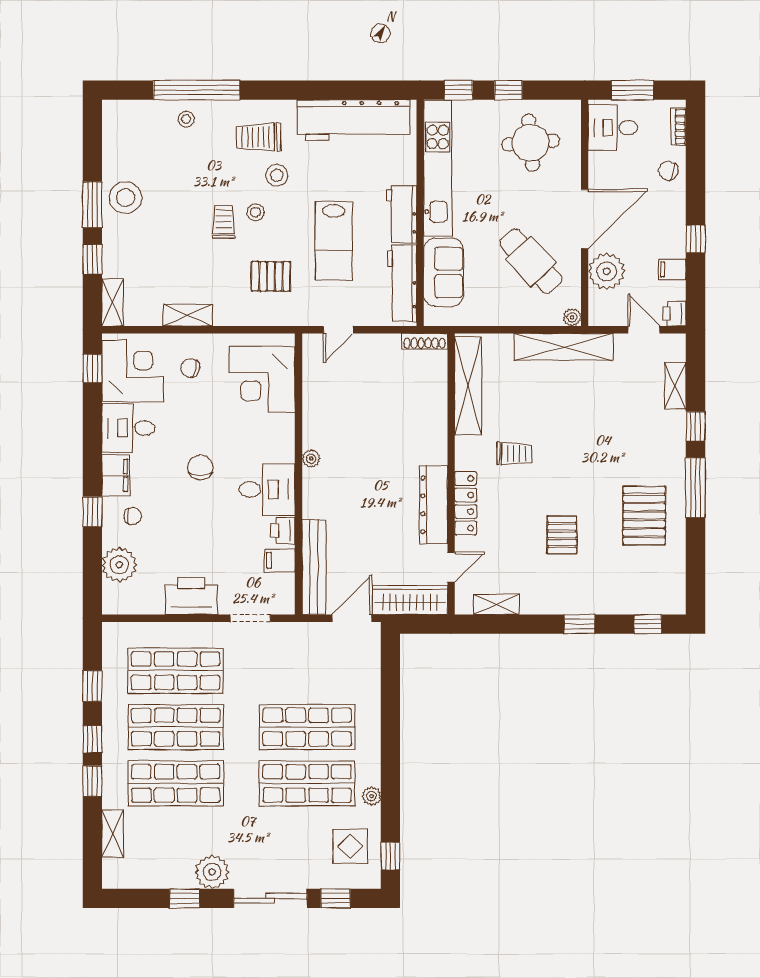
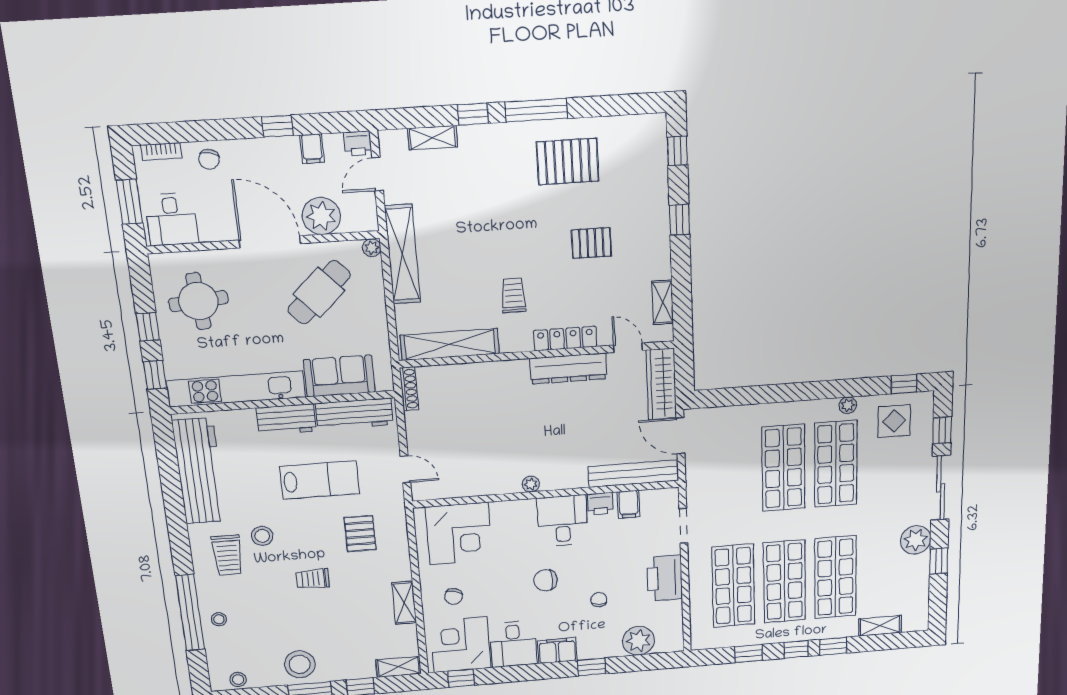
stool: (255, 212) -> (238, 680), moved
chair: (133, 516) -> (599, 600), moved

